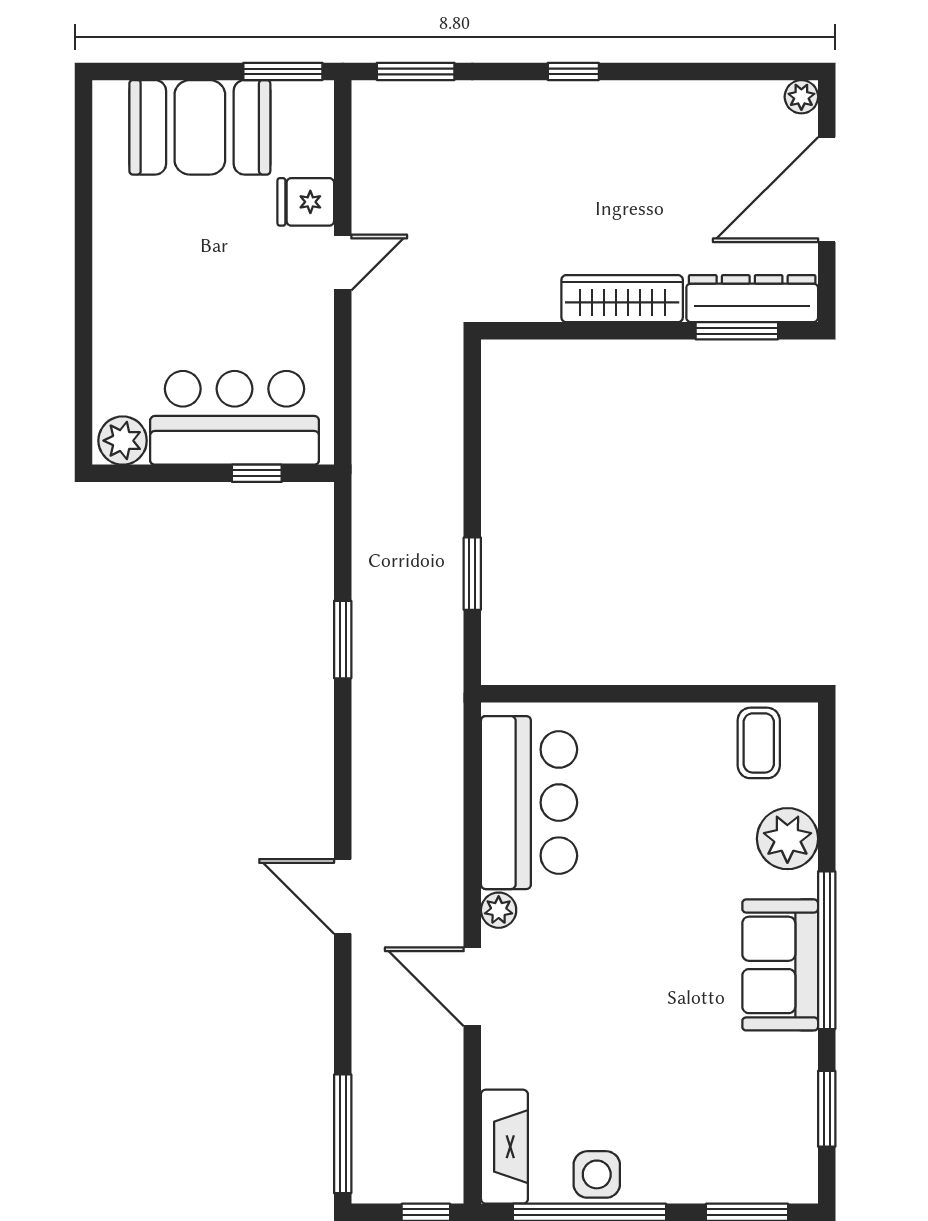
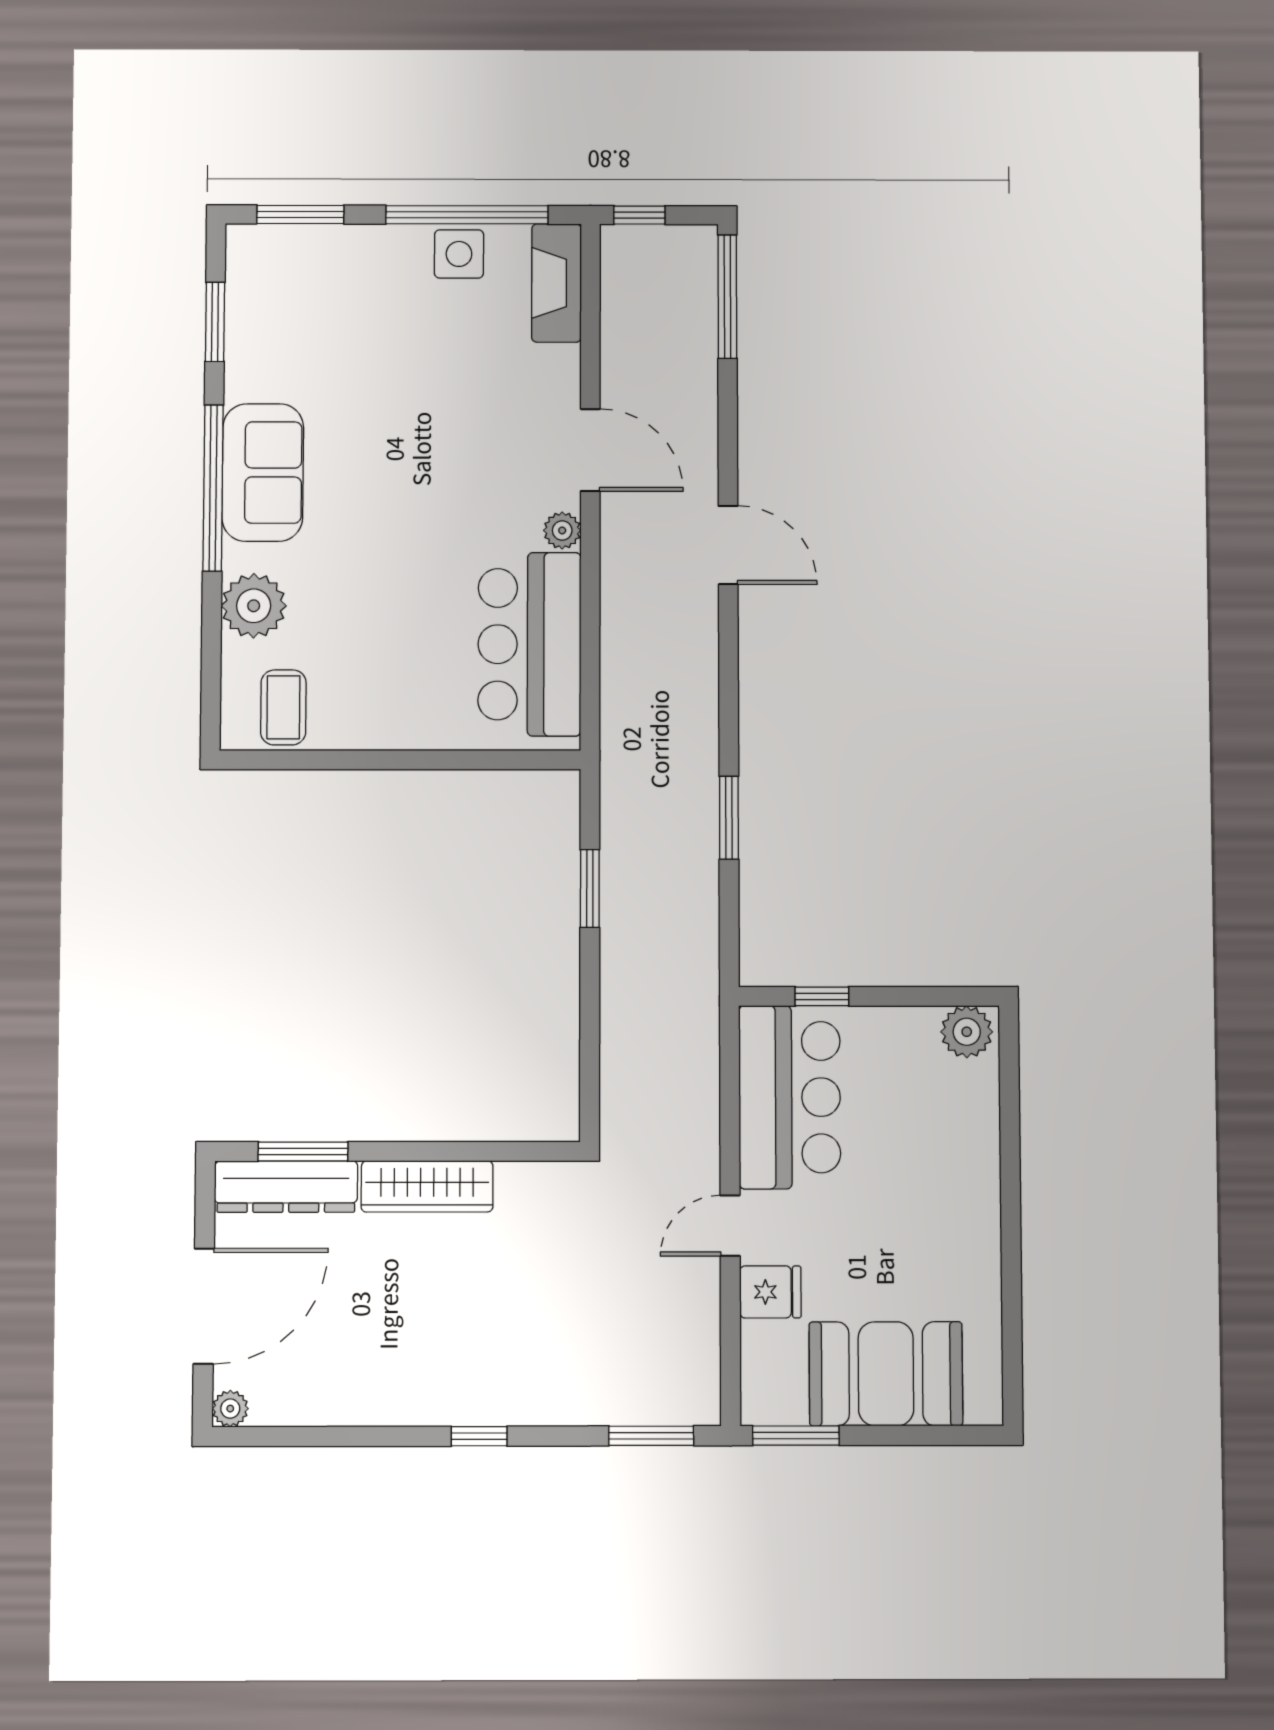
bar counter: (235, 418) -> (790, 1097), moved, turned -90

